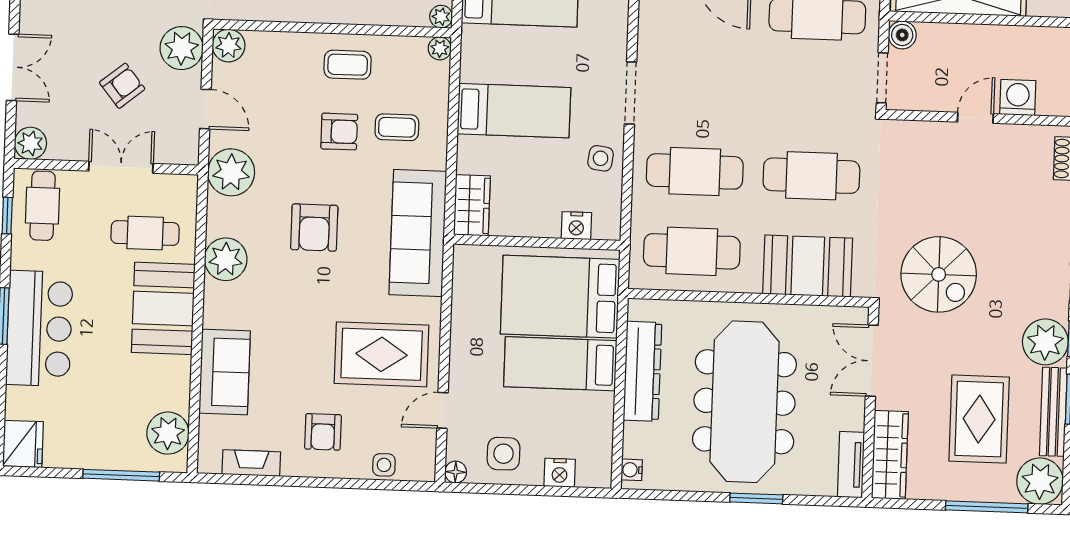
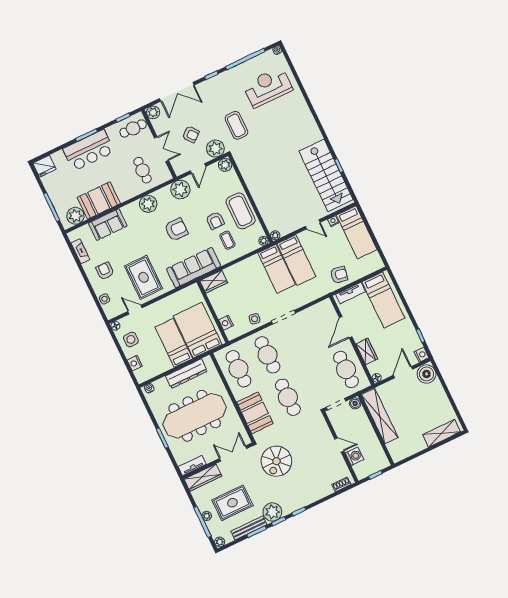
coffee table: (348, 65) -> (241, 211), width x1.86, depth x1.72
double door: (13, 67) -> (177, 92), width x1.37
bed: (514, 111) -> (277, 269), moved
armchair: (314, 227) -> (176, 230), turned 180
booth: (163, 308) -> (99, 201), moved
armchair: (323, 432) -> (105, 271), turned 90
plant: (1040, 481) -> (220, 542), width x0.53, depth x0.53
plant: (978, 491) -> (207, 516), added

